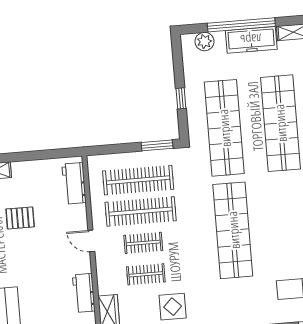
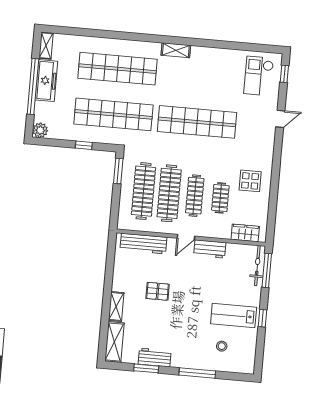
plant: (204, 41) -> (40, 130), moved
workbench: (74, 183) -> (143, 244), width x1.38
pallet: (20, 218) -> (158, 291), turned 90
clothes rail: (143, 243) -> (195, 196), width x1.36
workbench: (84, 293) -> (210, 249), moved

